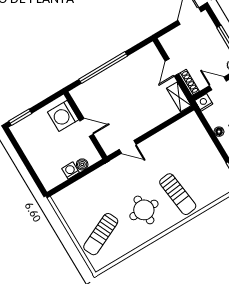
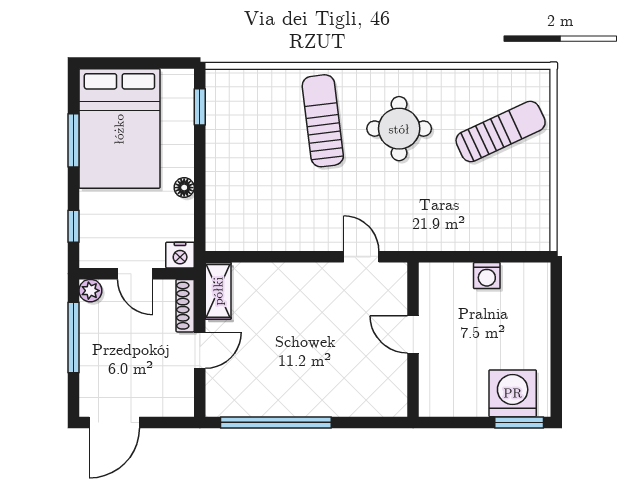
window: (103, 68) -> (276, 422), moved
washing machine: (63, 116) -> (513, 393), moved, turned -90
boiler: (82, 164) -> (460, 274), removed

